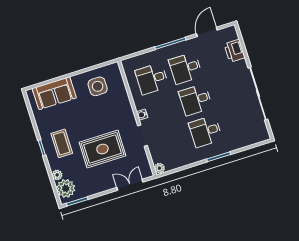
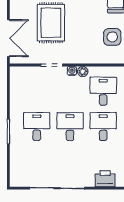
plant: (159, 168) -> (83, 71), moved
double door: (130, 185) -> (8, 38), width x1.37

